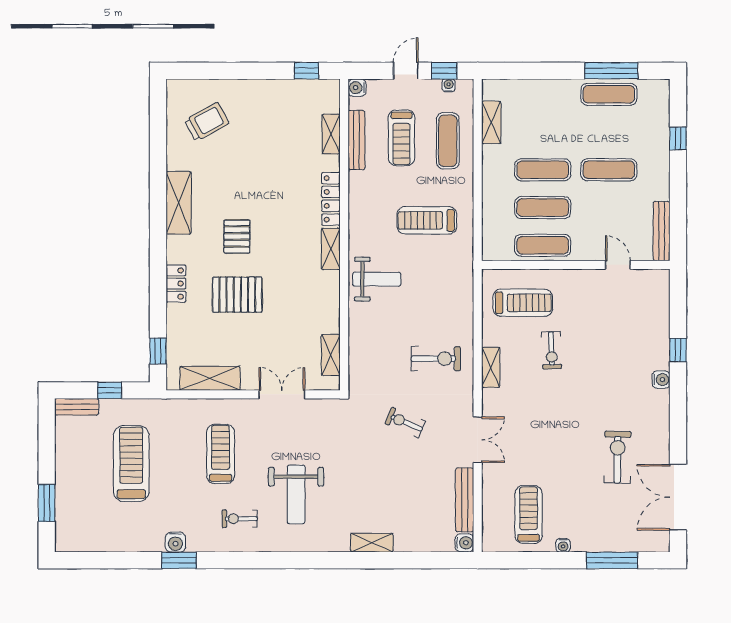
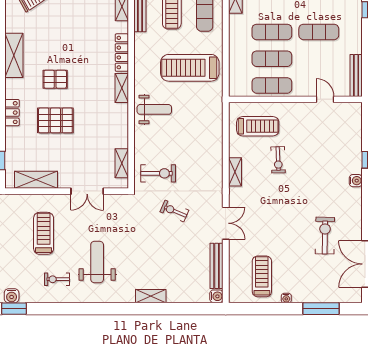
treadmill: (427, 220) -> (190, 68), width x1.37, depth x1.38
pallet: (237, 237) -> (55, 79), turned 90
exercise bike: (436, 359) -> (158, 173), moved
double door: (282, 394) -> (87, 191), swing flipped
weight bench: (296, 494) -> (97, 262), turned 180

